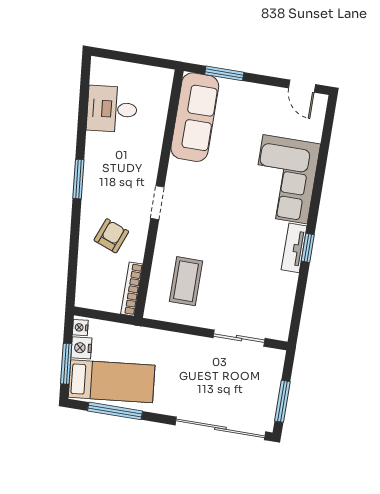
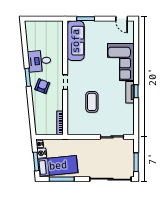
desk: (112, 109) -> (39, 61), moved
armchair: (111, 236) -> (42, 86), moved
coffee table: (186, 281) -> (92, 102), moved

